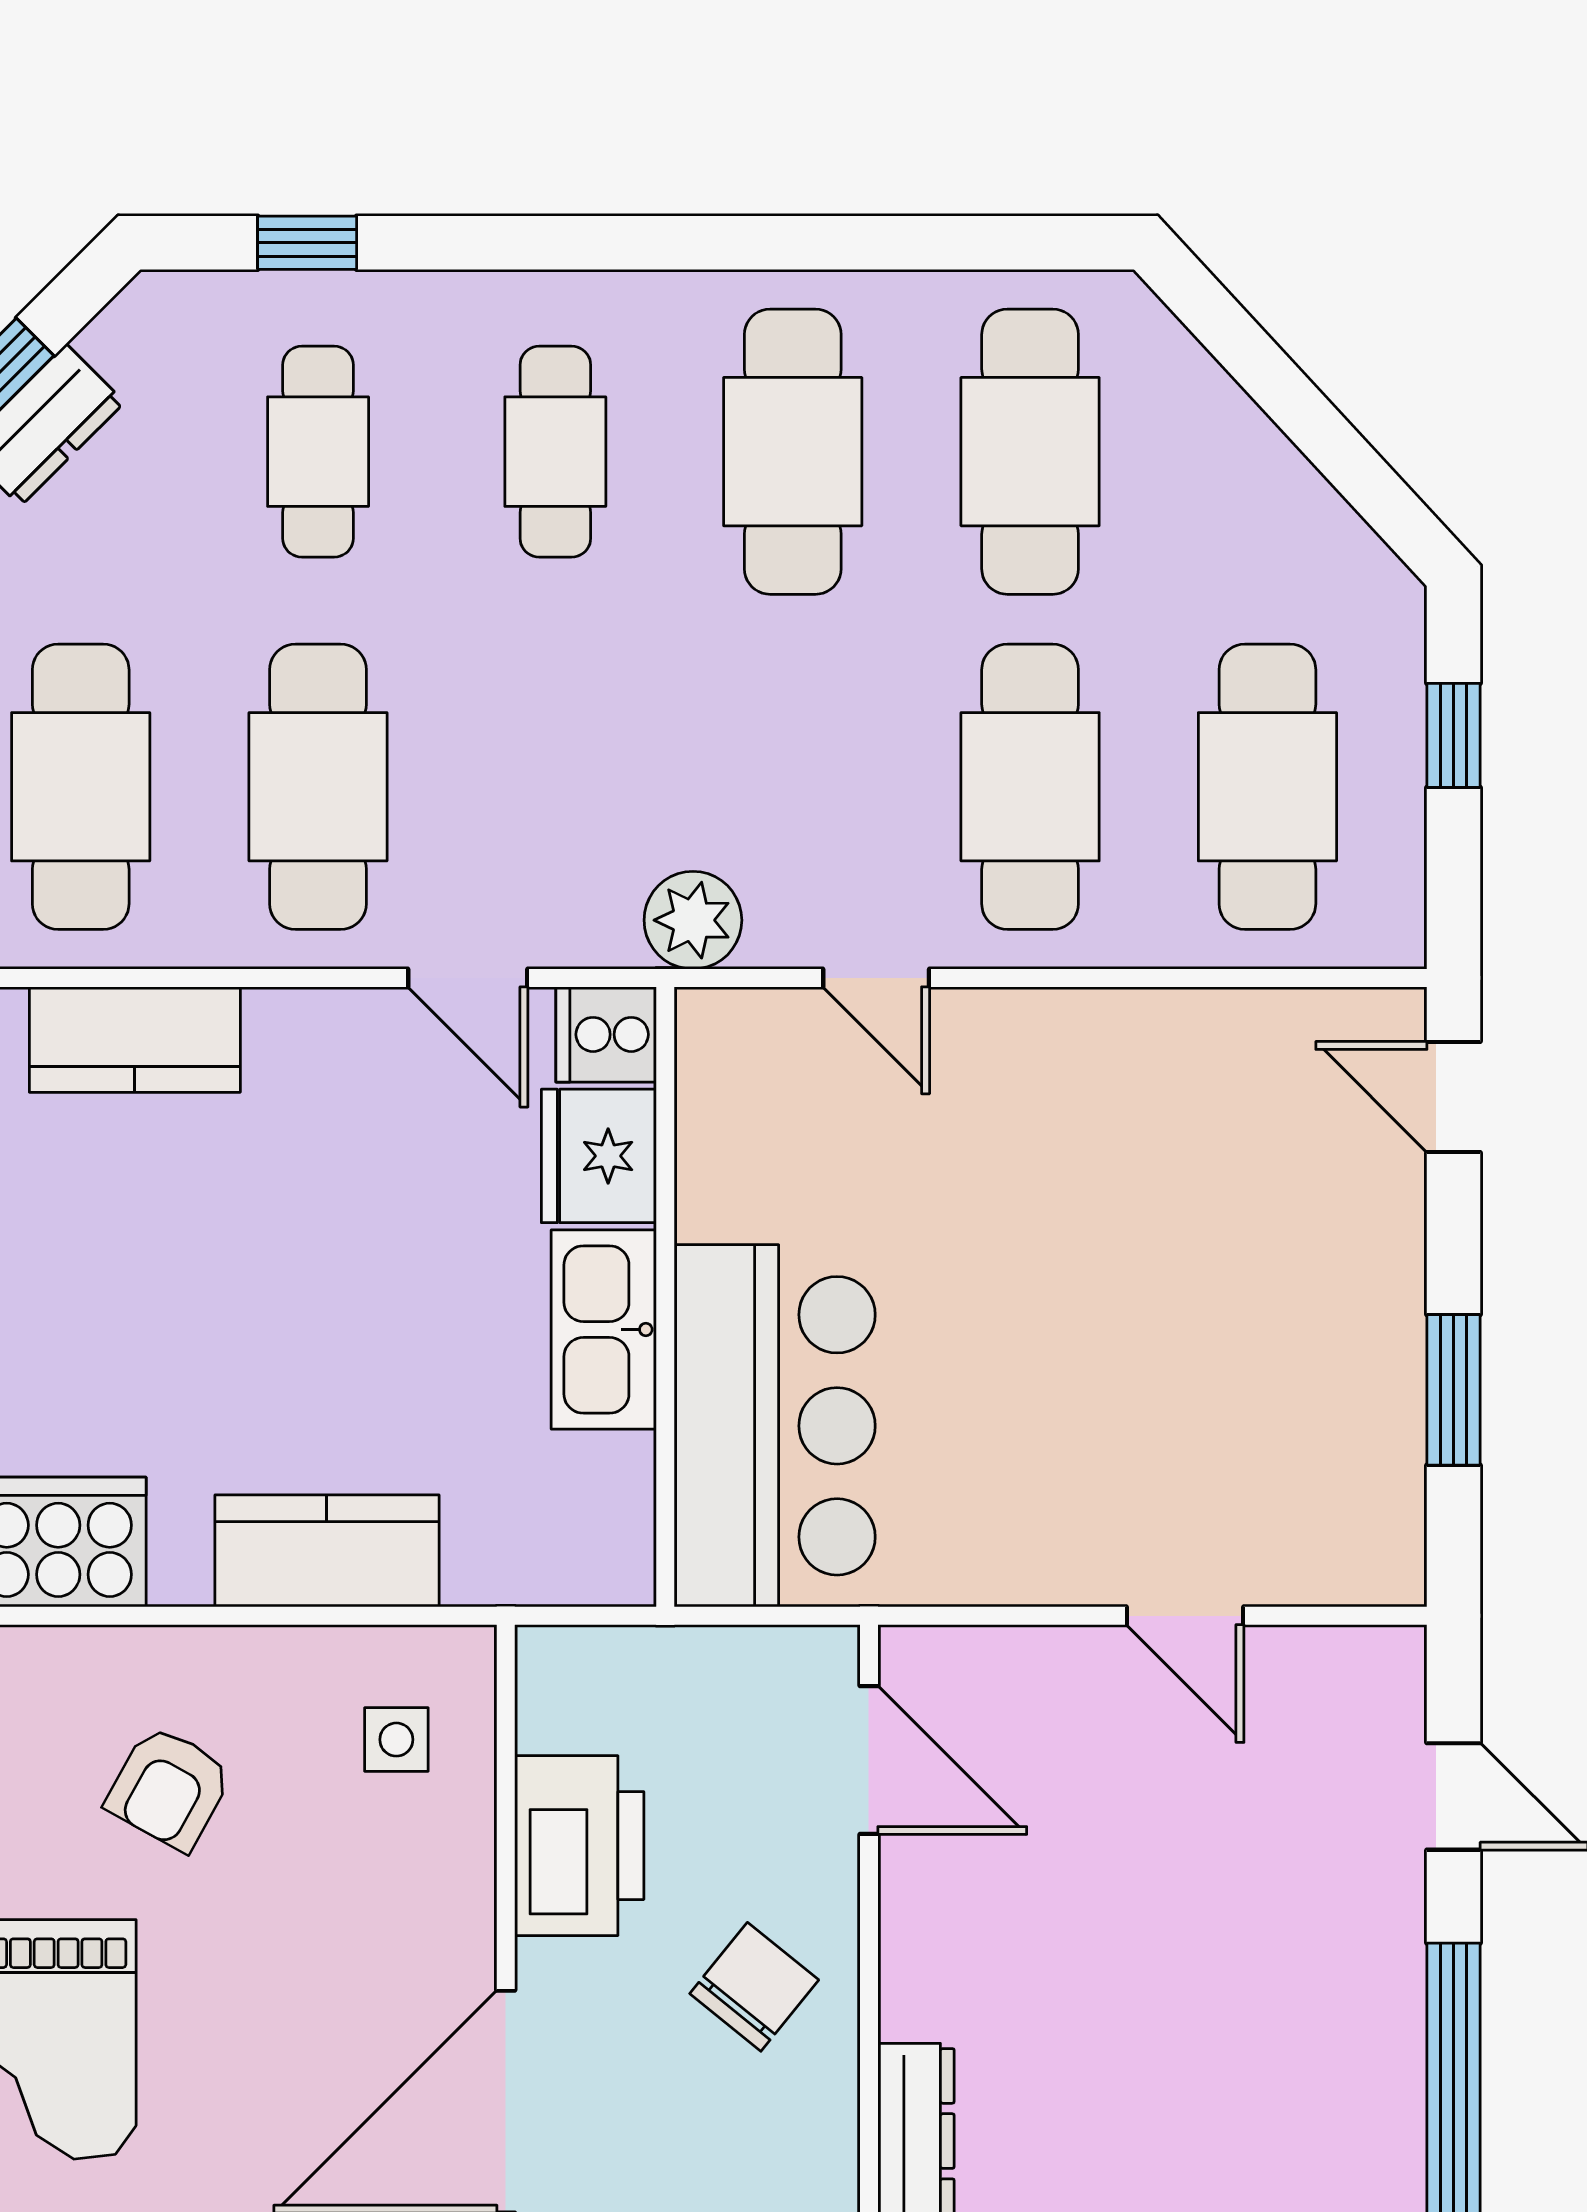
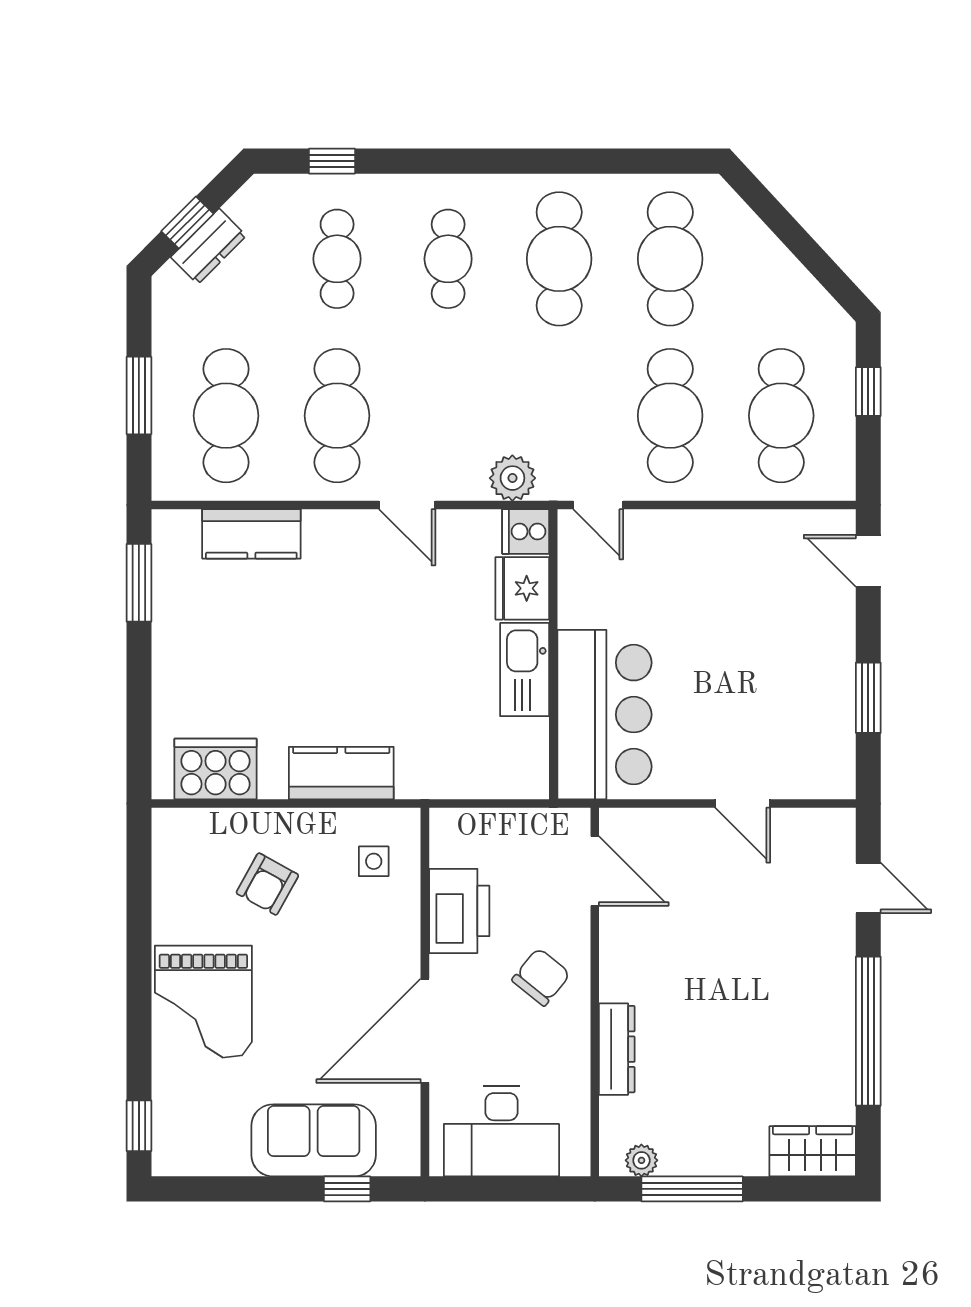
cooker: (606, 1034) -> (526, 531), moved
fridge: (599, 1156) -> (522, 588), moved
wall: (665, 1297) -> (553, 654), moved
kitchen sink: (604, 1330) -> (525, 670), moved
bar counter: (775, 1426) -> (605, 715), moved

